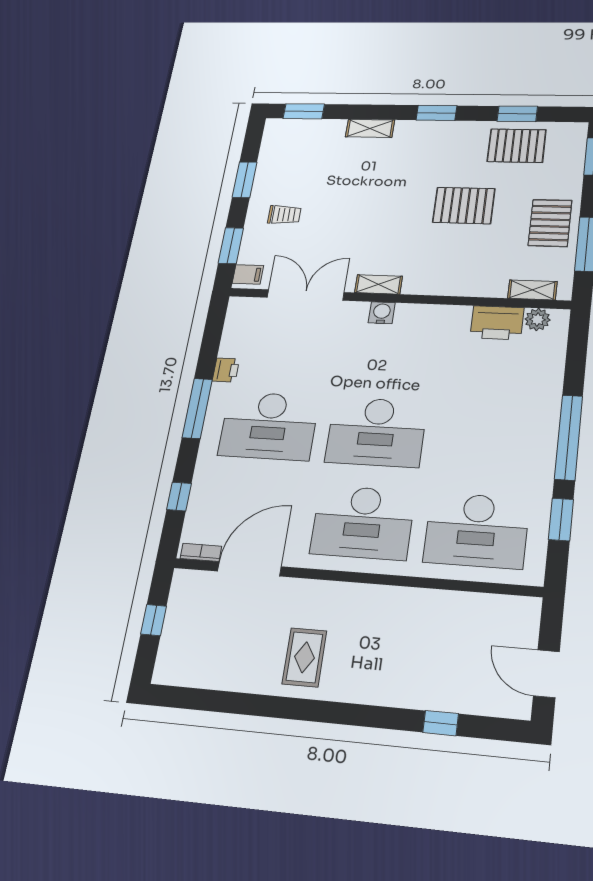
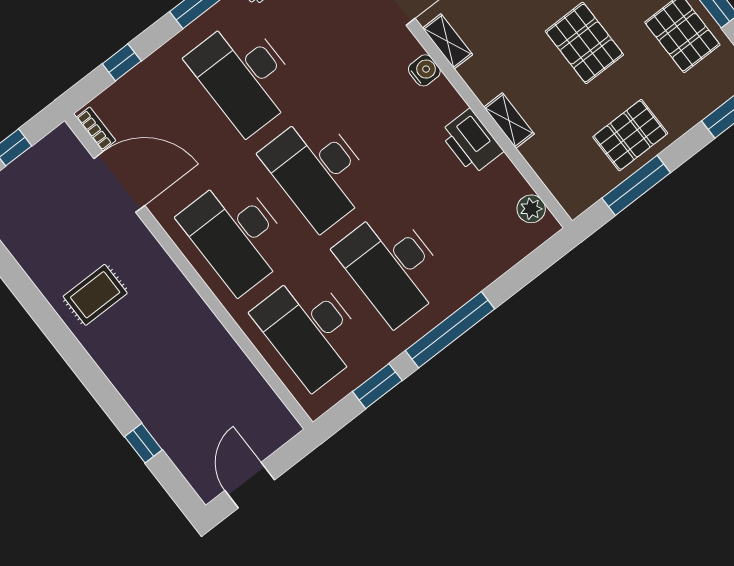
shelving: (532, 290) -> (509, 121), moved
printer: (497, 323) -> (471, 142), moved
desk: (487, 438) -> (392, 266), added

